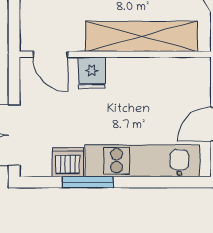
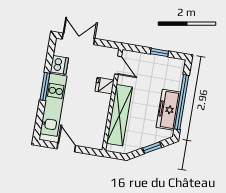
door: (50, 54) -> (118, 65), swing flipped
window: (88, 182) -> (45, 86), moved

